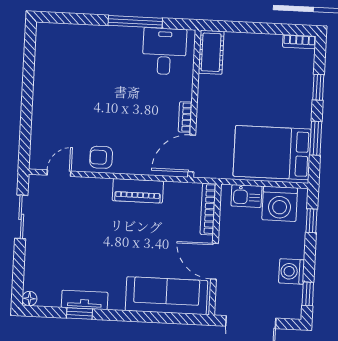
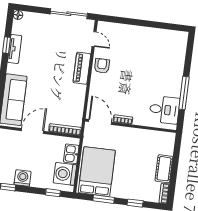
cot: (211, 52) -> (164, 169), moved, turned 90
piano: (138, 191) -> (82, 68), moved
sliding door: (21, 217) -> (69, 14), width x1.37

